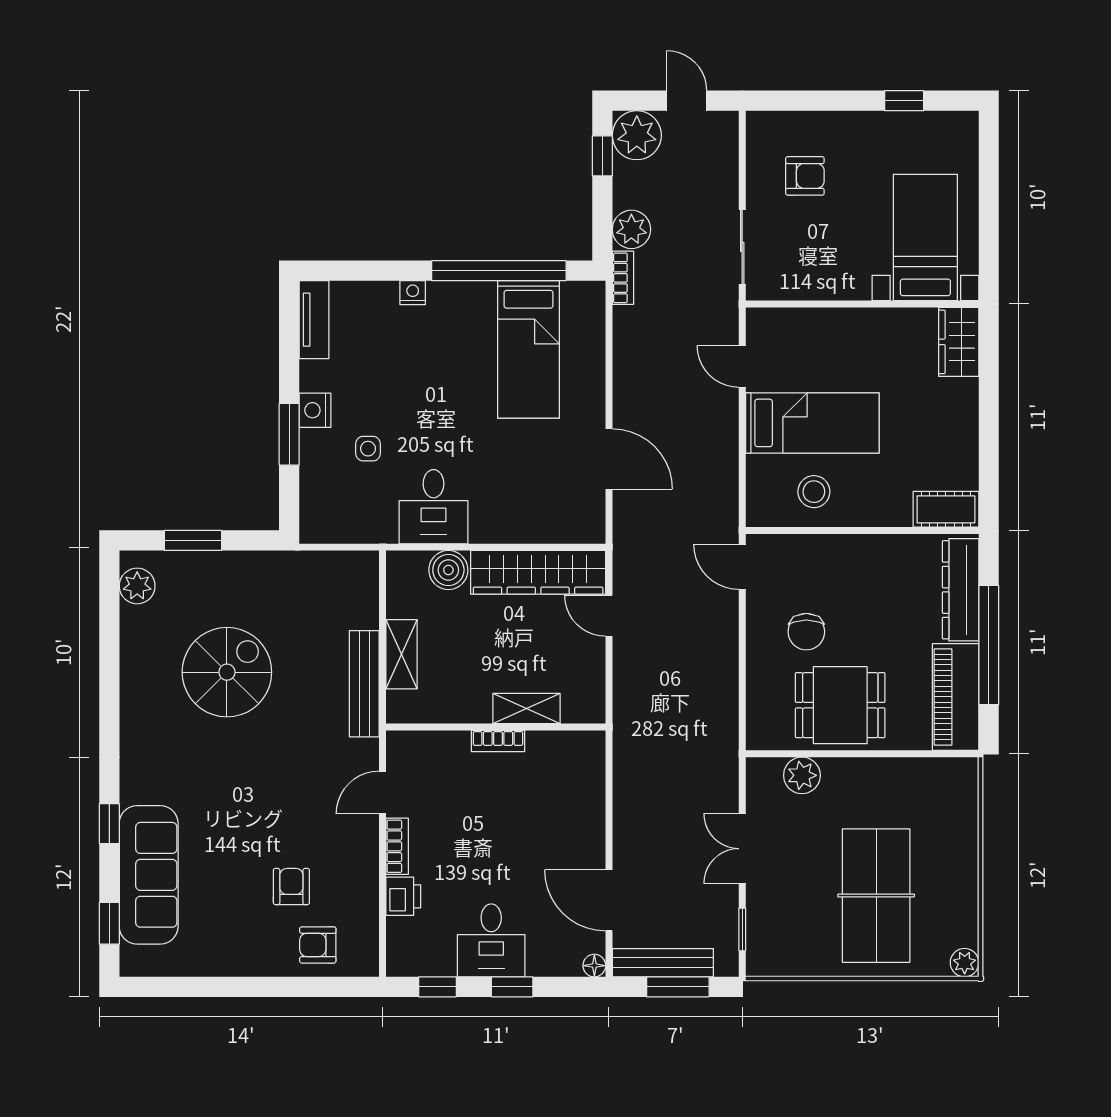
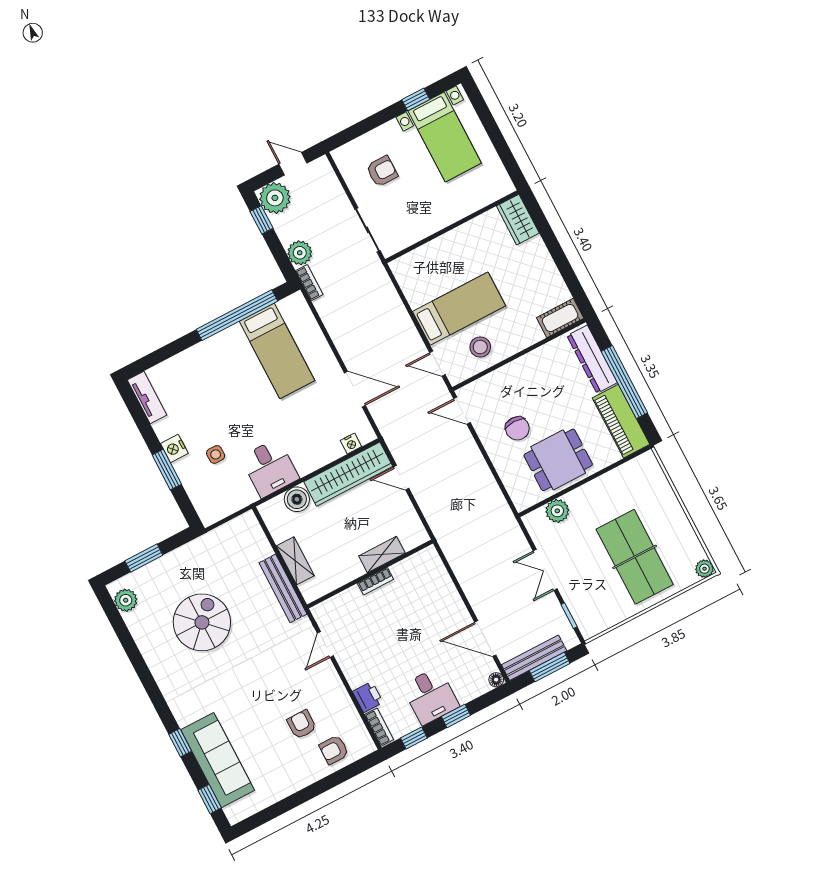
bed with nightstands: (925, 237) -> (445, 137), moved, turned 180
nightstand: (413, 293) -> (351, 444), moved, turned 180
door: (742, 366) -> (437, 364), moved
bookcase: (397, 846) -> (379, 727), moved

